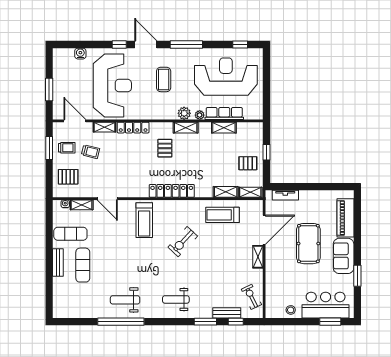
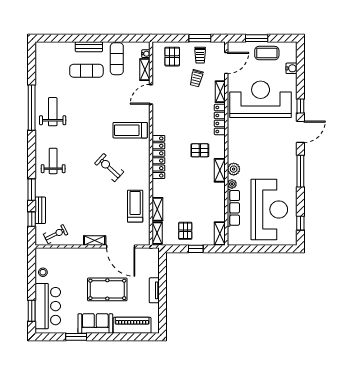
coffee table: (164, 79) -> (267, 53), moved
reception desk: (112, 86) -> (261, 99), turned 180
shelving: (224, 128) -> (220, 234), moved
tv unit: (285, 195) -> (154, 290), moved

